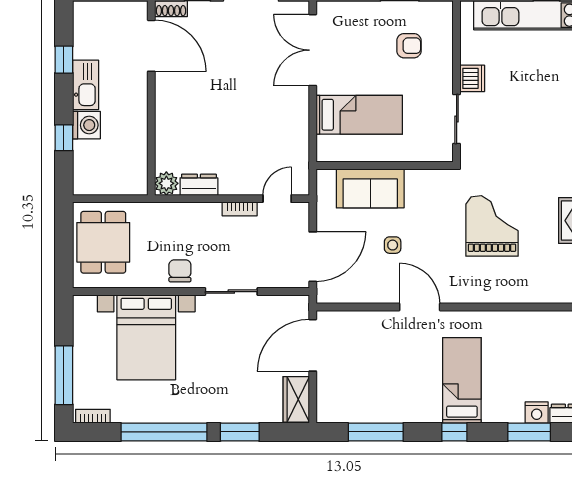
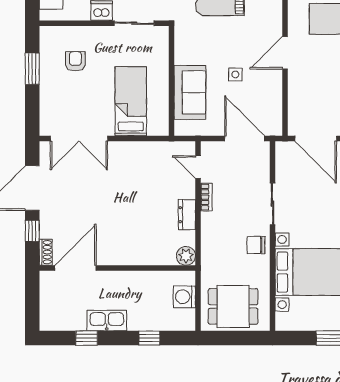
washing machine: (86, 125) -> (184, 297), moved, turned -90
dresser: (199, 185) -> (187, 215), moved

